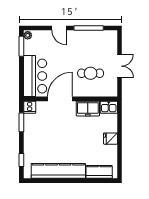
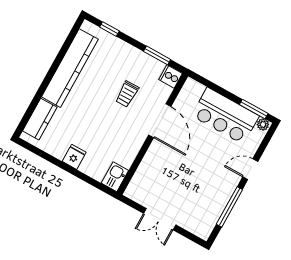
cafe table: (91, 73) -> (171, 178), removed
bar counter: (35, 76) -> (225, 116), moved
freezer: (88, 109) -> (128, 149), removed
trolley: (55, 128) -> (127, 94), added

